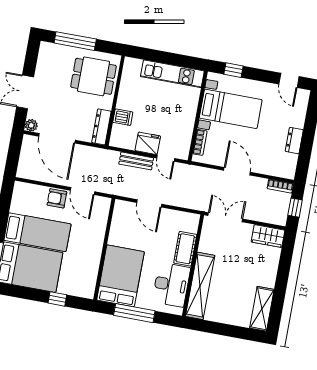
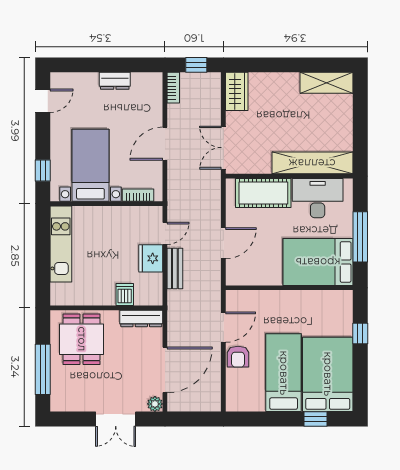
cot: (185, 249) -> (263, 193), width x1.37, depth x1.34

